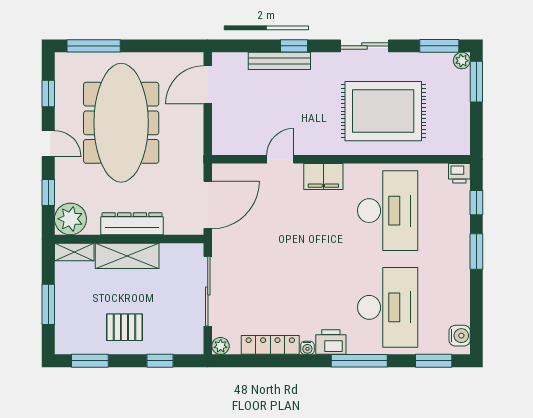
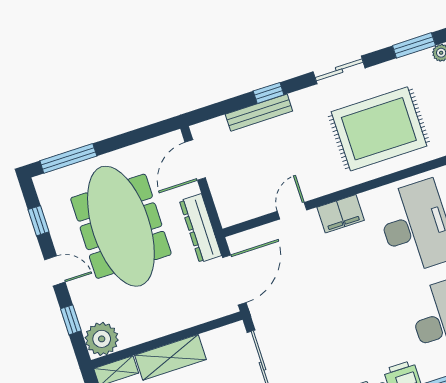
dresser: (132, 224) -> (201, 228), moved, turned -90

